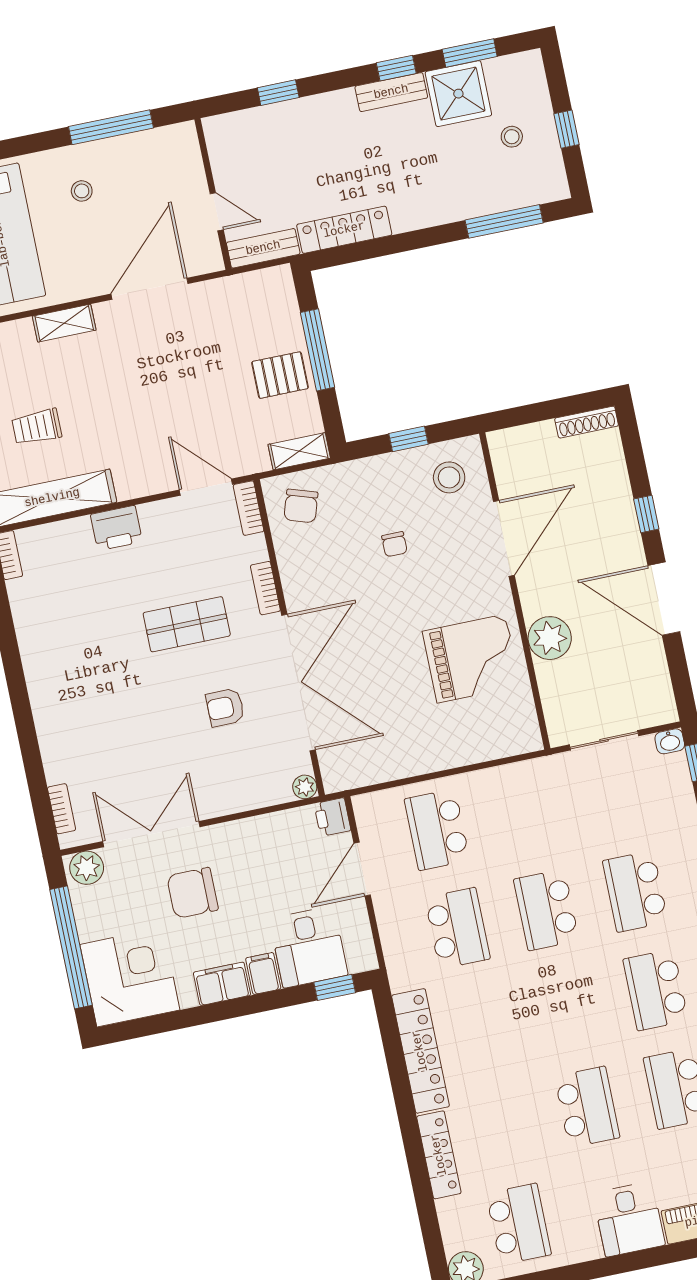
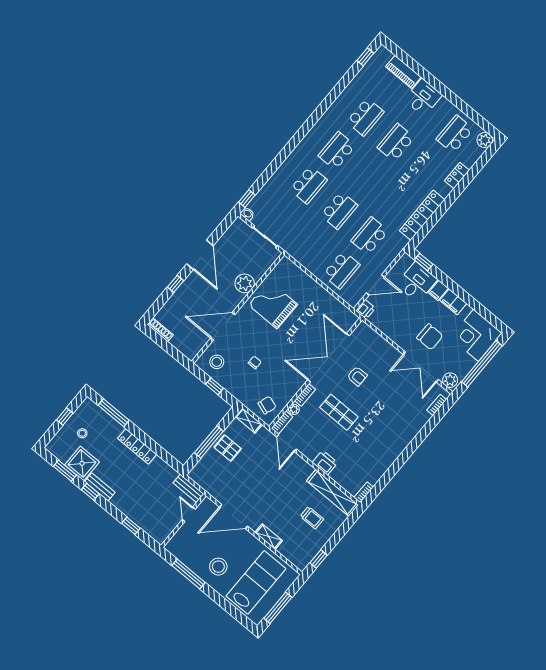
stool: (82, 191) -> (218, 567), width x1.89, depth x1.89
locker: (344, 230) -> (137, 446), moved
plant: (305, 787) -> (294, 409), moved
school desk: (656, 990) -> (337, 151), turned 180
locker: (439, 1155) -> (457, 176), width x0.66

